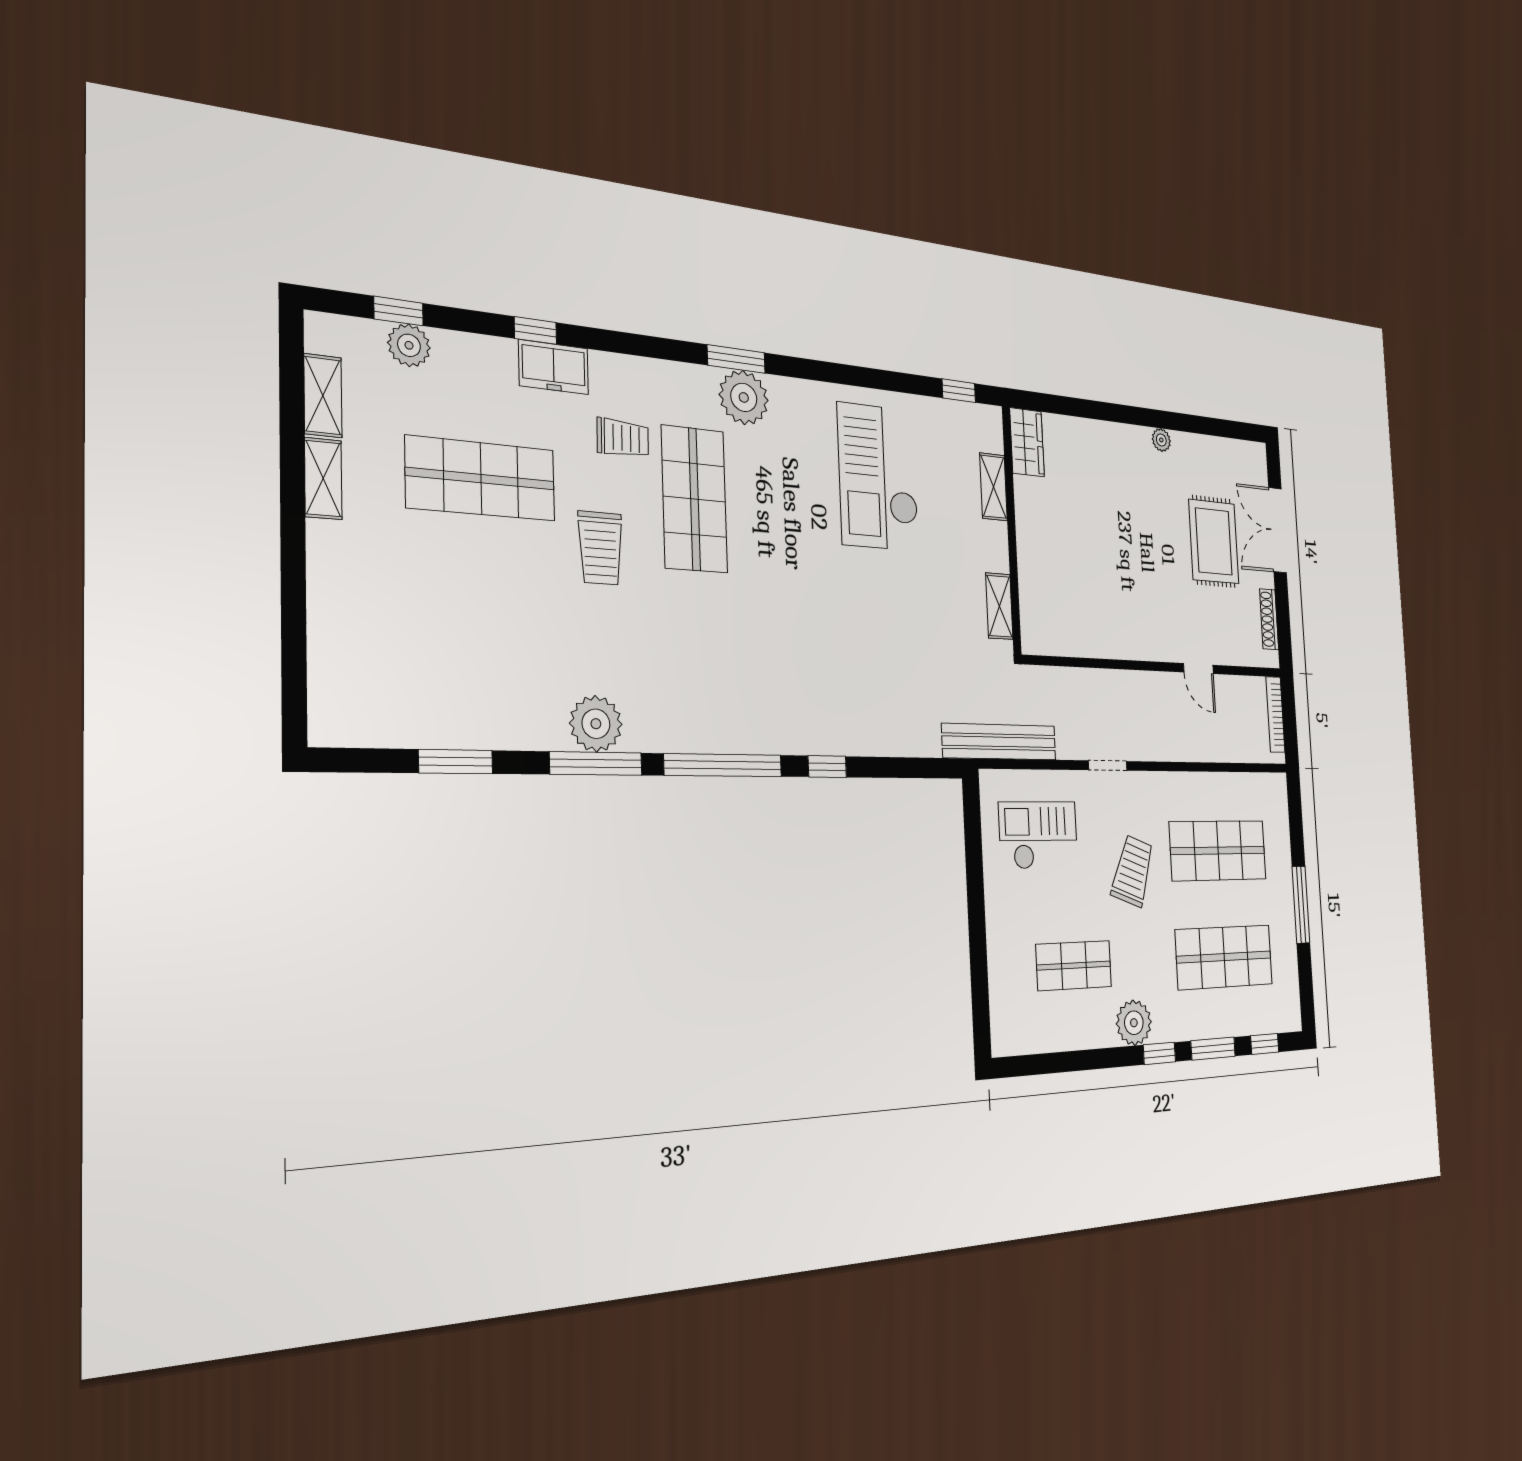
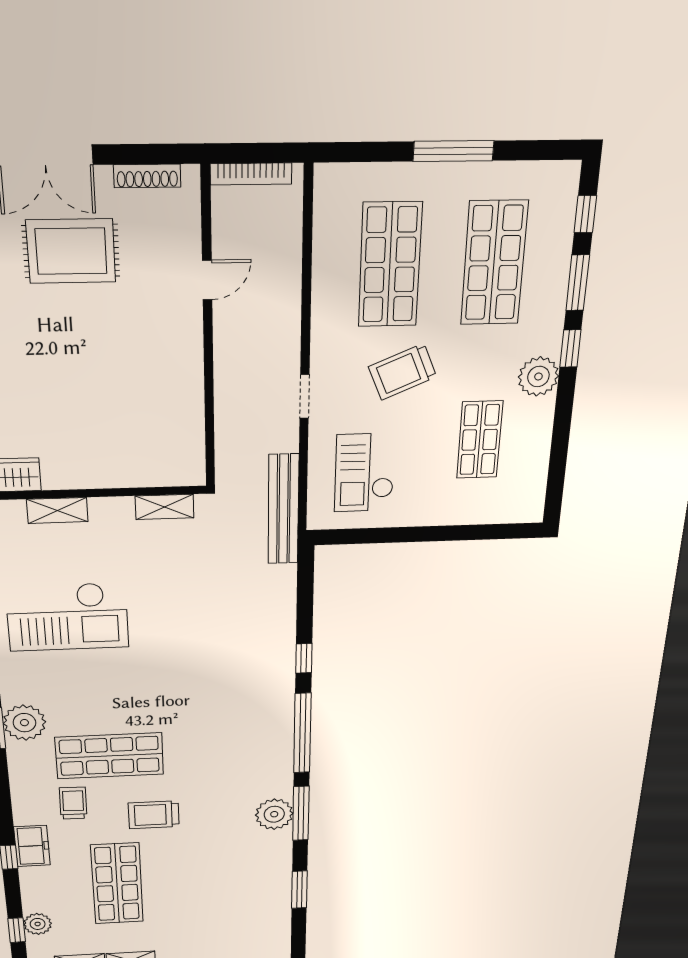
trolley: (600, 548) -> (154, 815), turned 180
trolley: (1133, 871) -> (403, 372), turned -43

